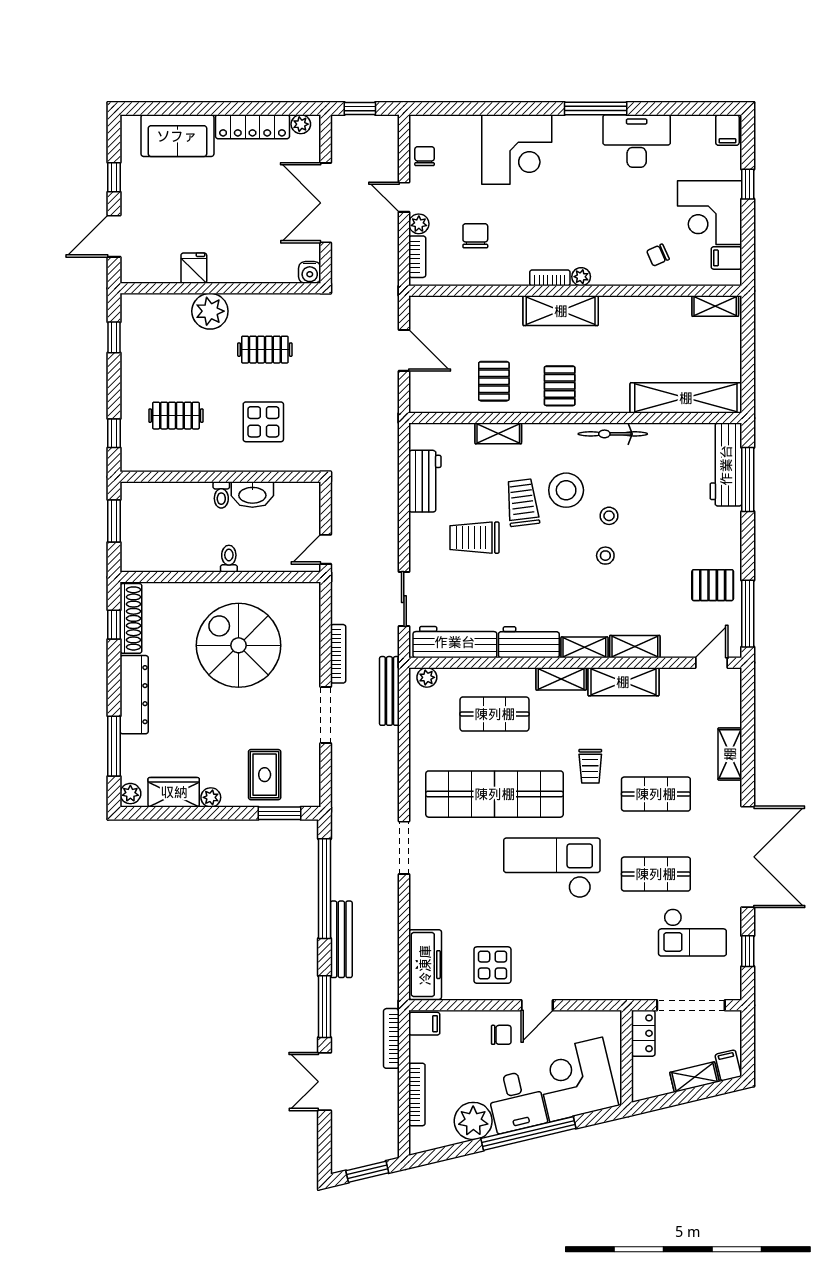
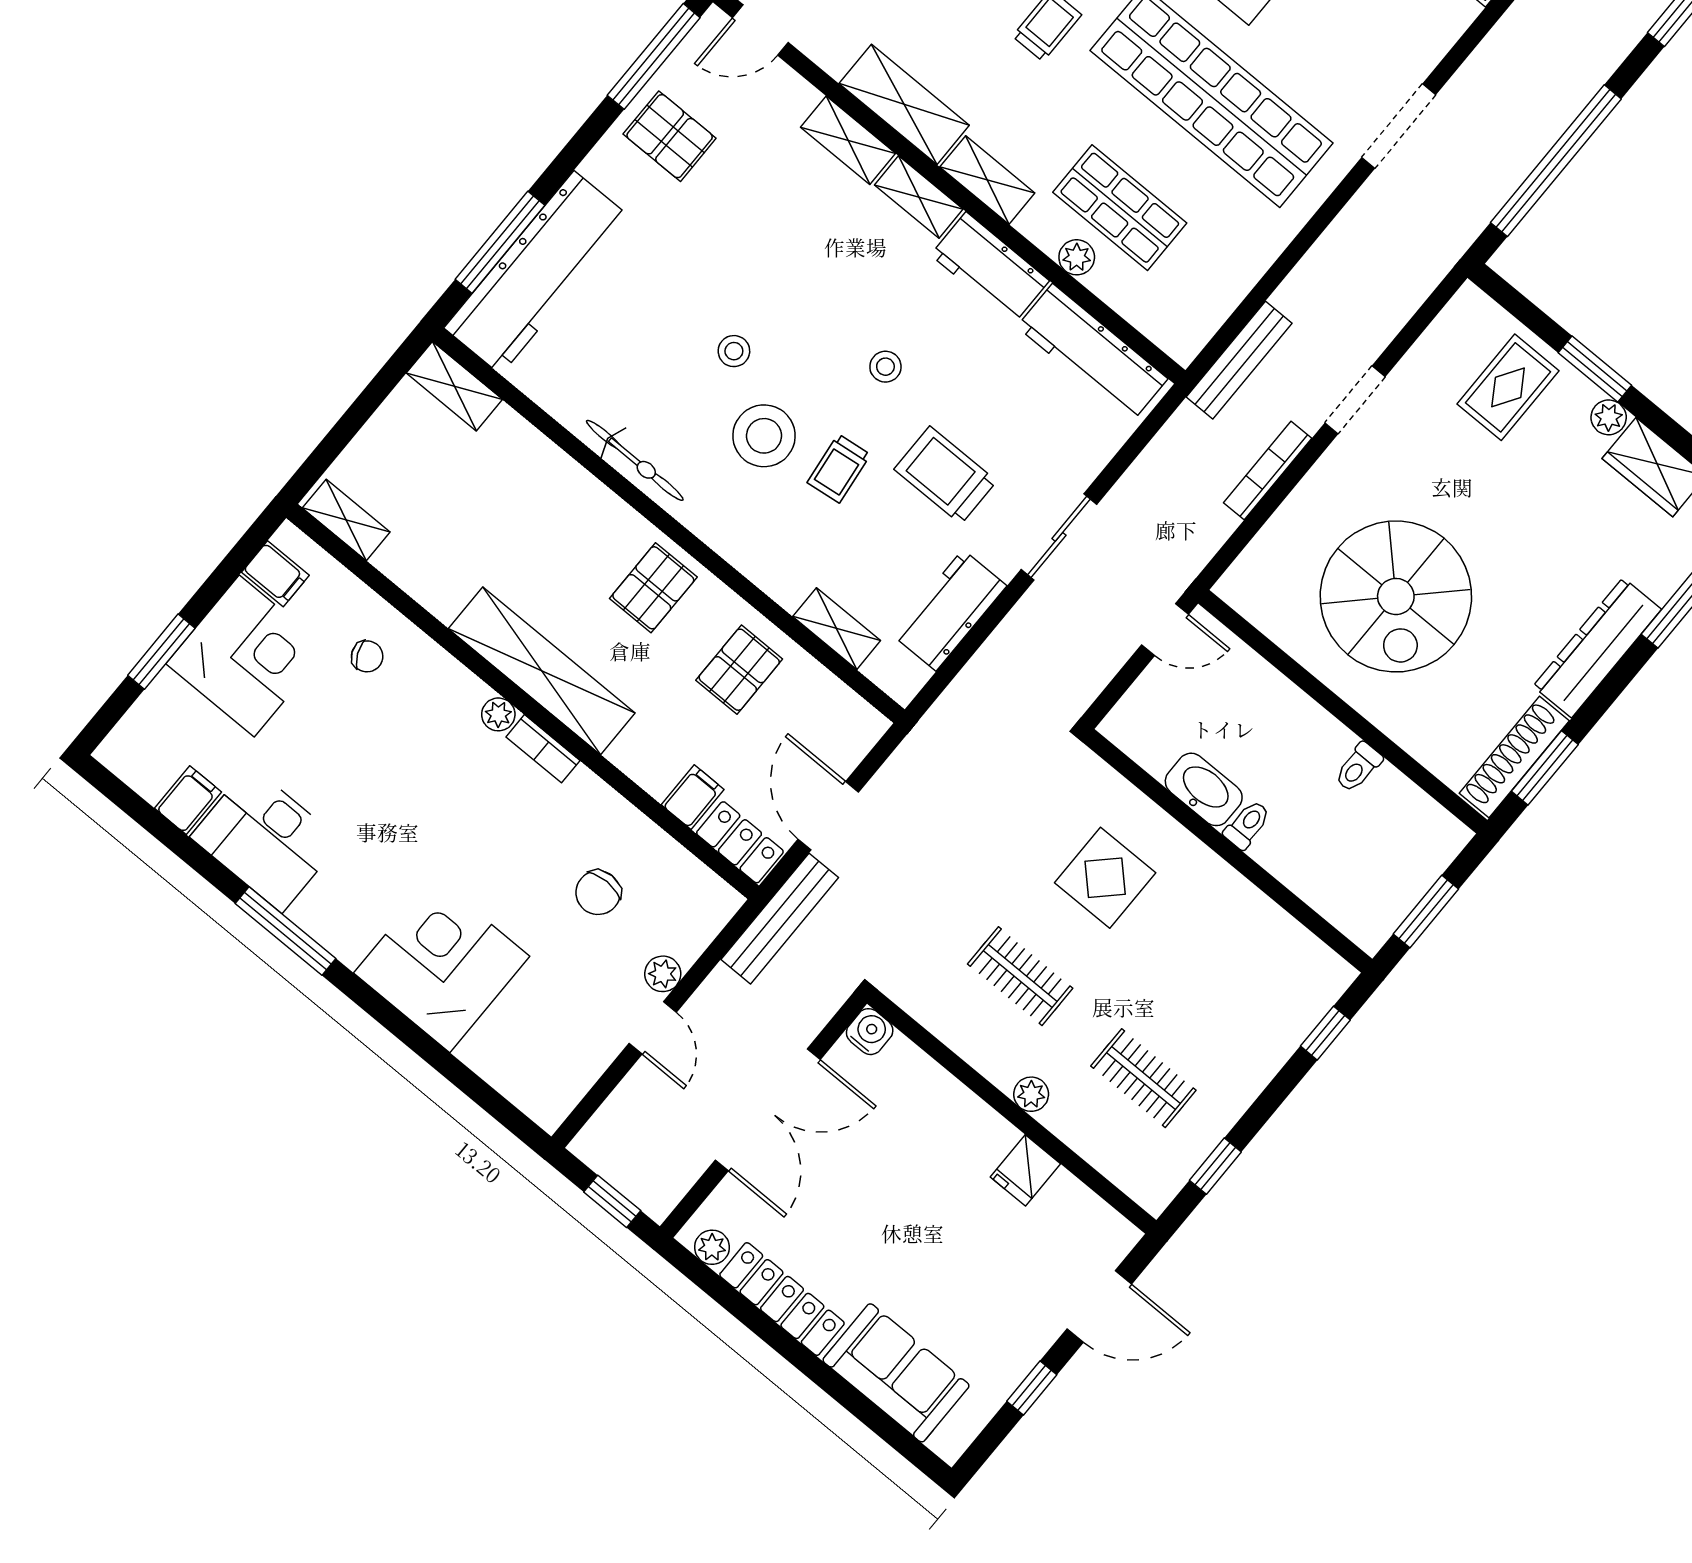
filing cabinet: (727, 130) -> (188, 800), moved
chair: (425, 156) -> (577, 1061), removed
window: (748, 184) -> (161, 652), width x1.50
bookcase: (417, 257) -> (703, 930), removed
locker: (432, 308) -> (740, 842), added
filing cabinet: (469, 310) -> (693, 797), added
plant: (210, 311) -> (1031, 1094), width x0.53, depth x0.53
shelving: (561, 311) -> (542, 671), width x1.47
shelving: (686, 398) -> (454, 386), width x0.45, depth x0.75
clothes rail: (176, 416) -> (1143, 1078), moved
shelving: (498, 433) -> (837, 629), moved
workbench: (726, 465) -> (537, 273), width x1.36, depth x1.32
trolley: (522, 503) -> (839, 469), width x0.73, depth x0.72
trolley: (474, 538) -> (945, 475), turned 180
stool: (605, 556) -> (885, 367), moved
toilet: (229, 559) -> (1358, 767), moved
sliding door: (404, 599) -> (1059, 537), moved
window: (114, 625) -> (1545, 768), width x1.50
plant: (427, 677) -> (1077, 257), moved
doorway: (326, 715) -> (1355, 400), width x0.73
window: (280, 813) -> (1595, 369), moved
bench: (341, 939) -> (780, 919), moved

